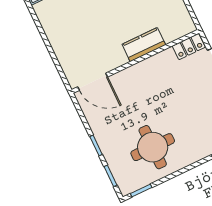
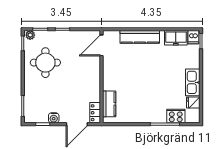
kitchen counter: (56, 35) -> (140, 37), added
kitchen counter: (144, 45) -> (109, 104), moved
plant: (125, 186) -> (30, 35), added

